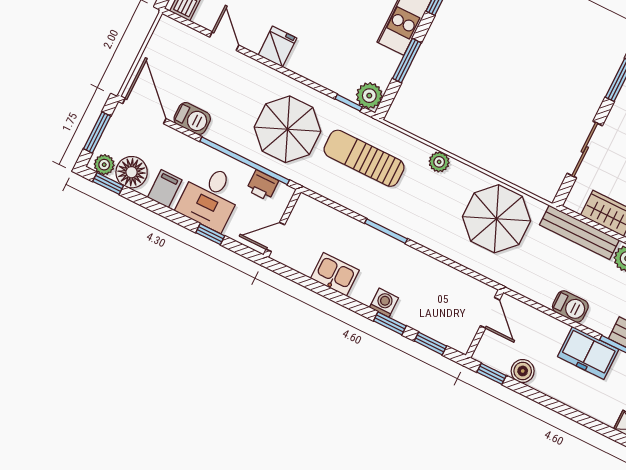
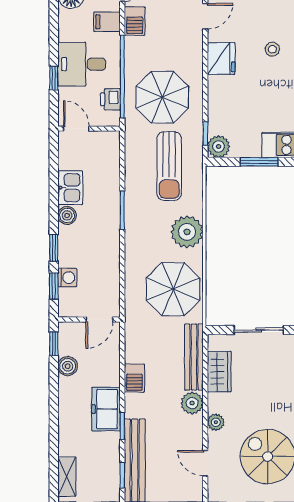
fridge: (277, 47) -> (221, 59), width x1.38
sun lounger: (364, 158) -> (169, 166), turned 180
plant: (439, 162) -> (187, 232), width x1.87, depth x1.87
filing cabinet: (165, 189) -> (107, 22), moved, turned 180
boiler: (363, 292) -> (67, 215), added
washing machine: (384, 303) -> (67, 278), moved

